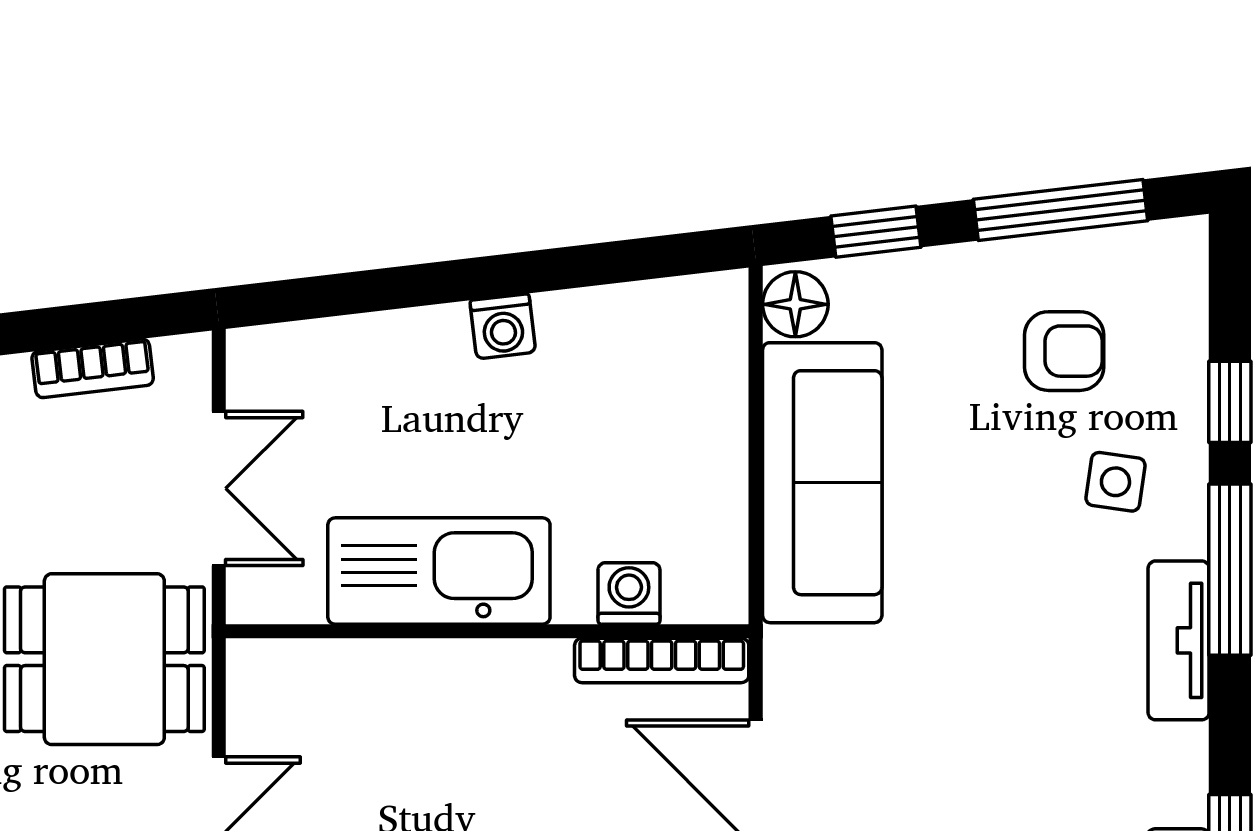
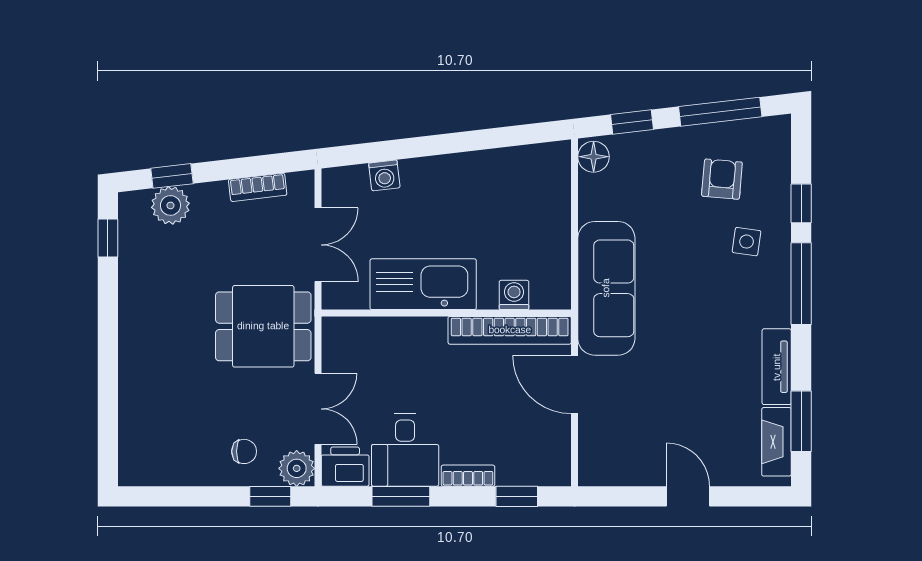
washing machine: (503, 326) -> (384, 175), moved
armchair: (1064, 351) -> (722, 179), turned -85
sofa: (822, 483) -> (606, 288), moved
tv unit: (1179, 640) -> (777, 367), moved
bookcase: (662, 661) -> (510, 330), width x1.48, depth x1.31

